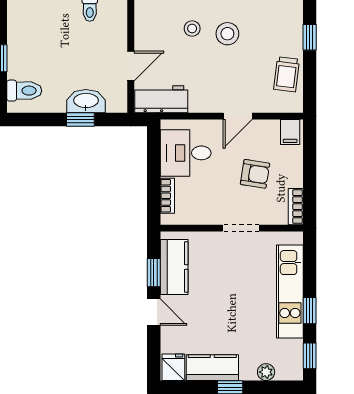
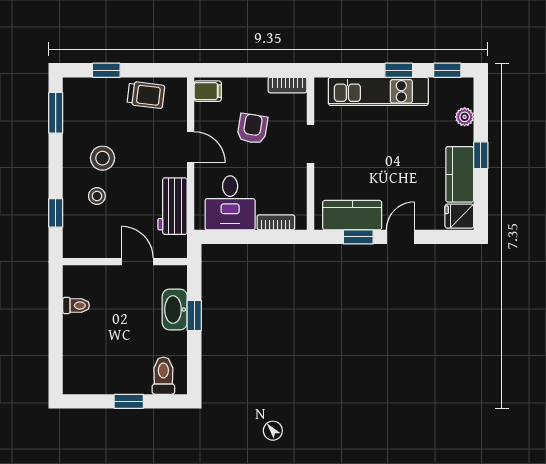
workbench: (161, 99) -> (173, 206), moved

